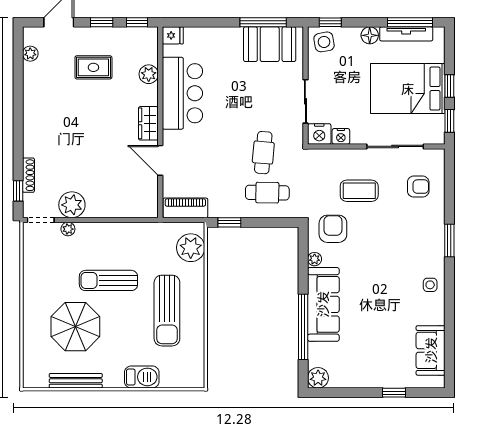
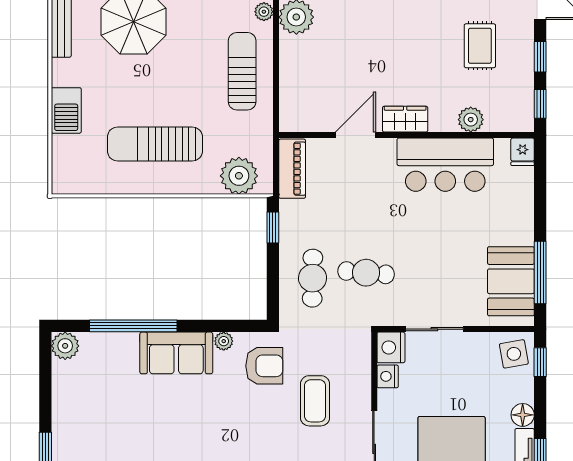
sun lounger: (108, 280) -> (242, 71), moved
sofa: (323, 304) -> (176, 353), width x0.73

